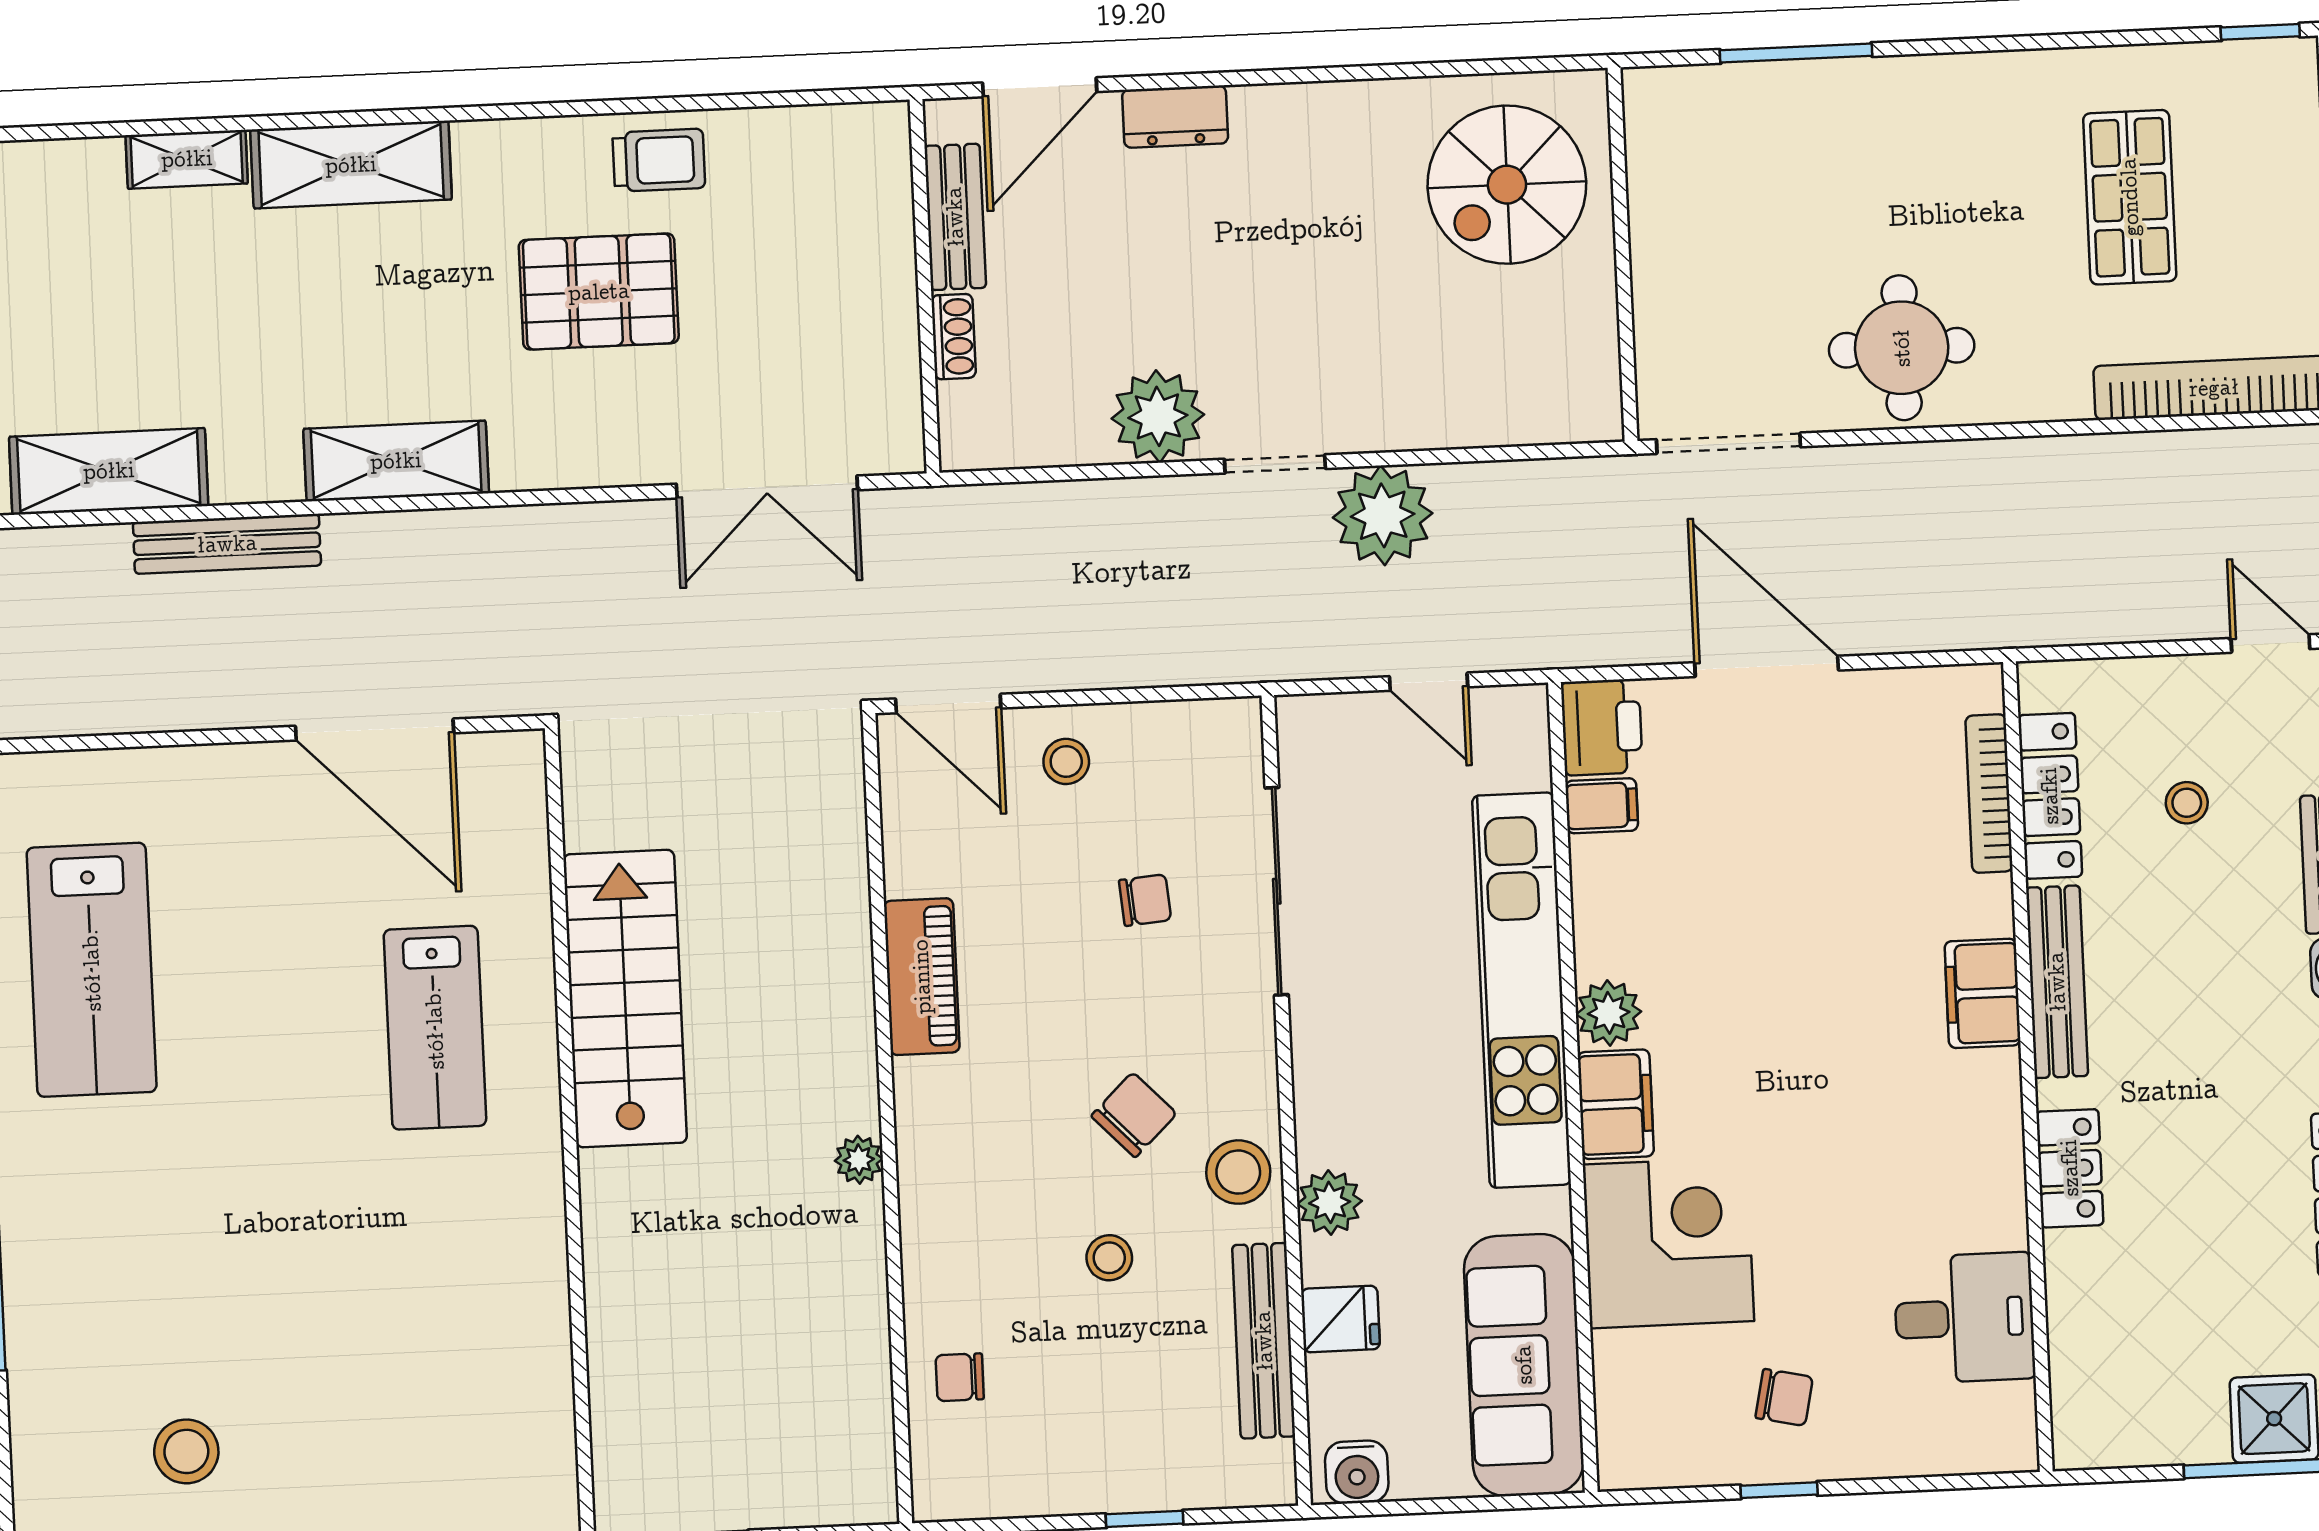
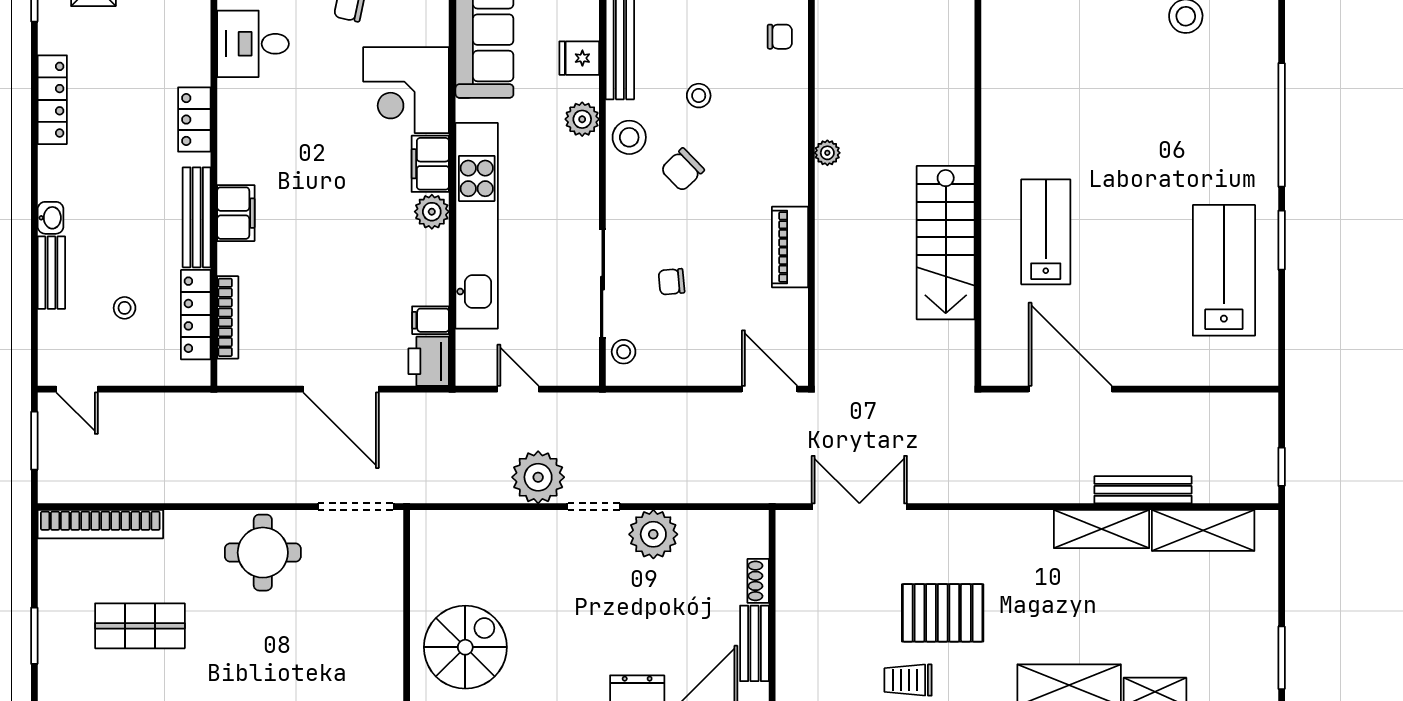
shop shelf: (2130, 197) -> (140, 626), turned 90
shelving: (396, 461) -> (1102, 529), moved
stool: (1066, 761) -> (624, 352), moved

